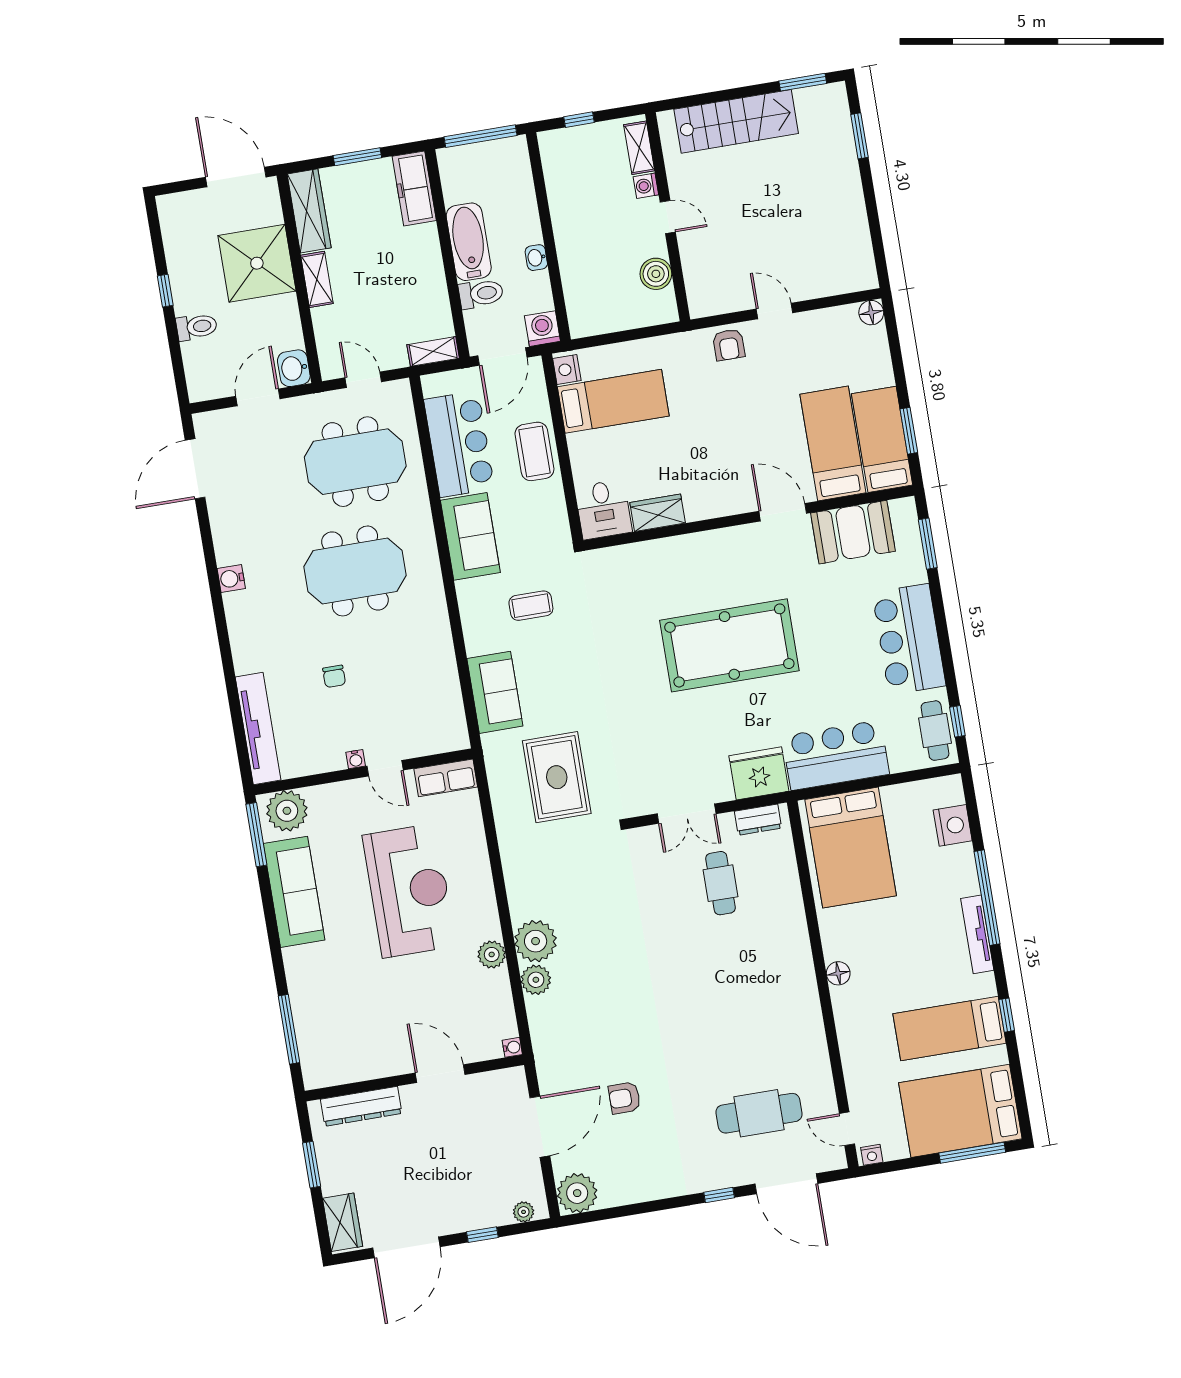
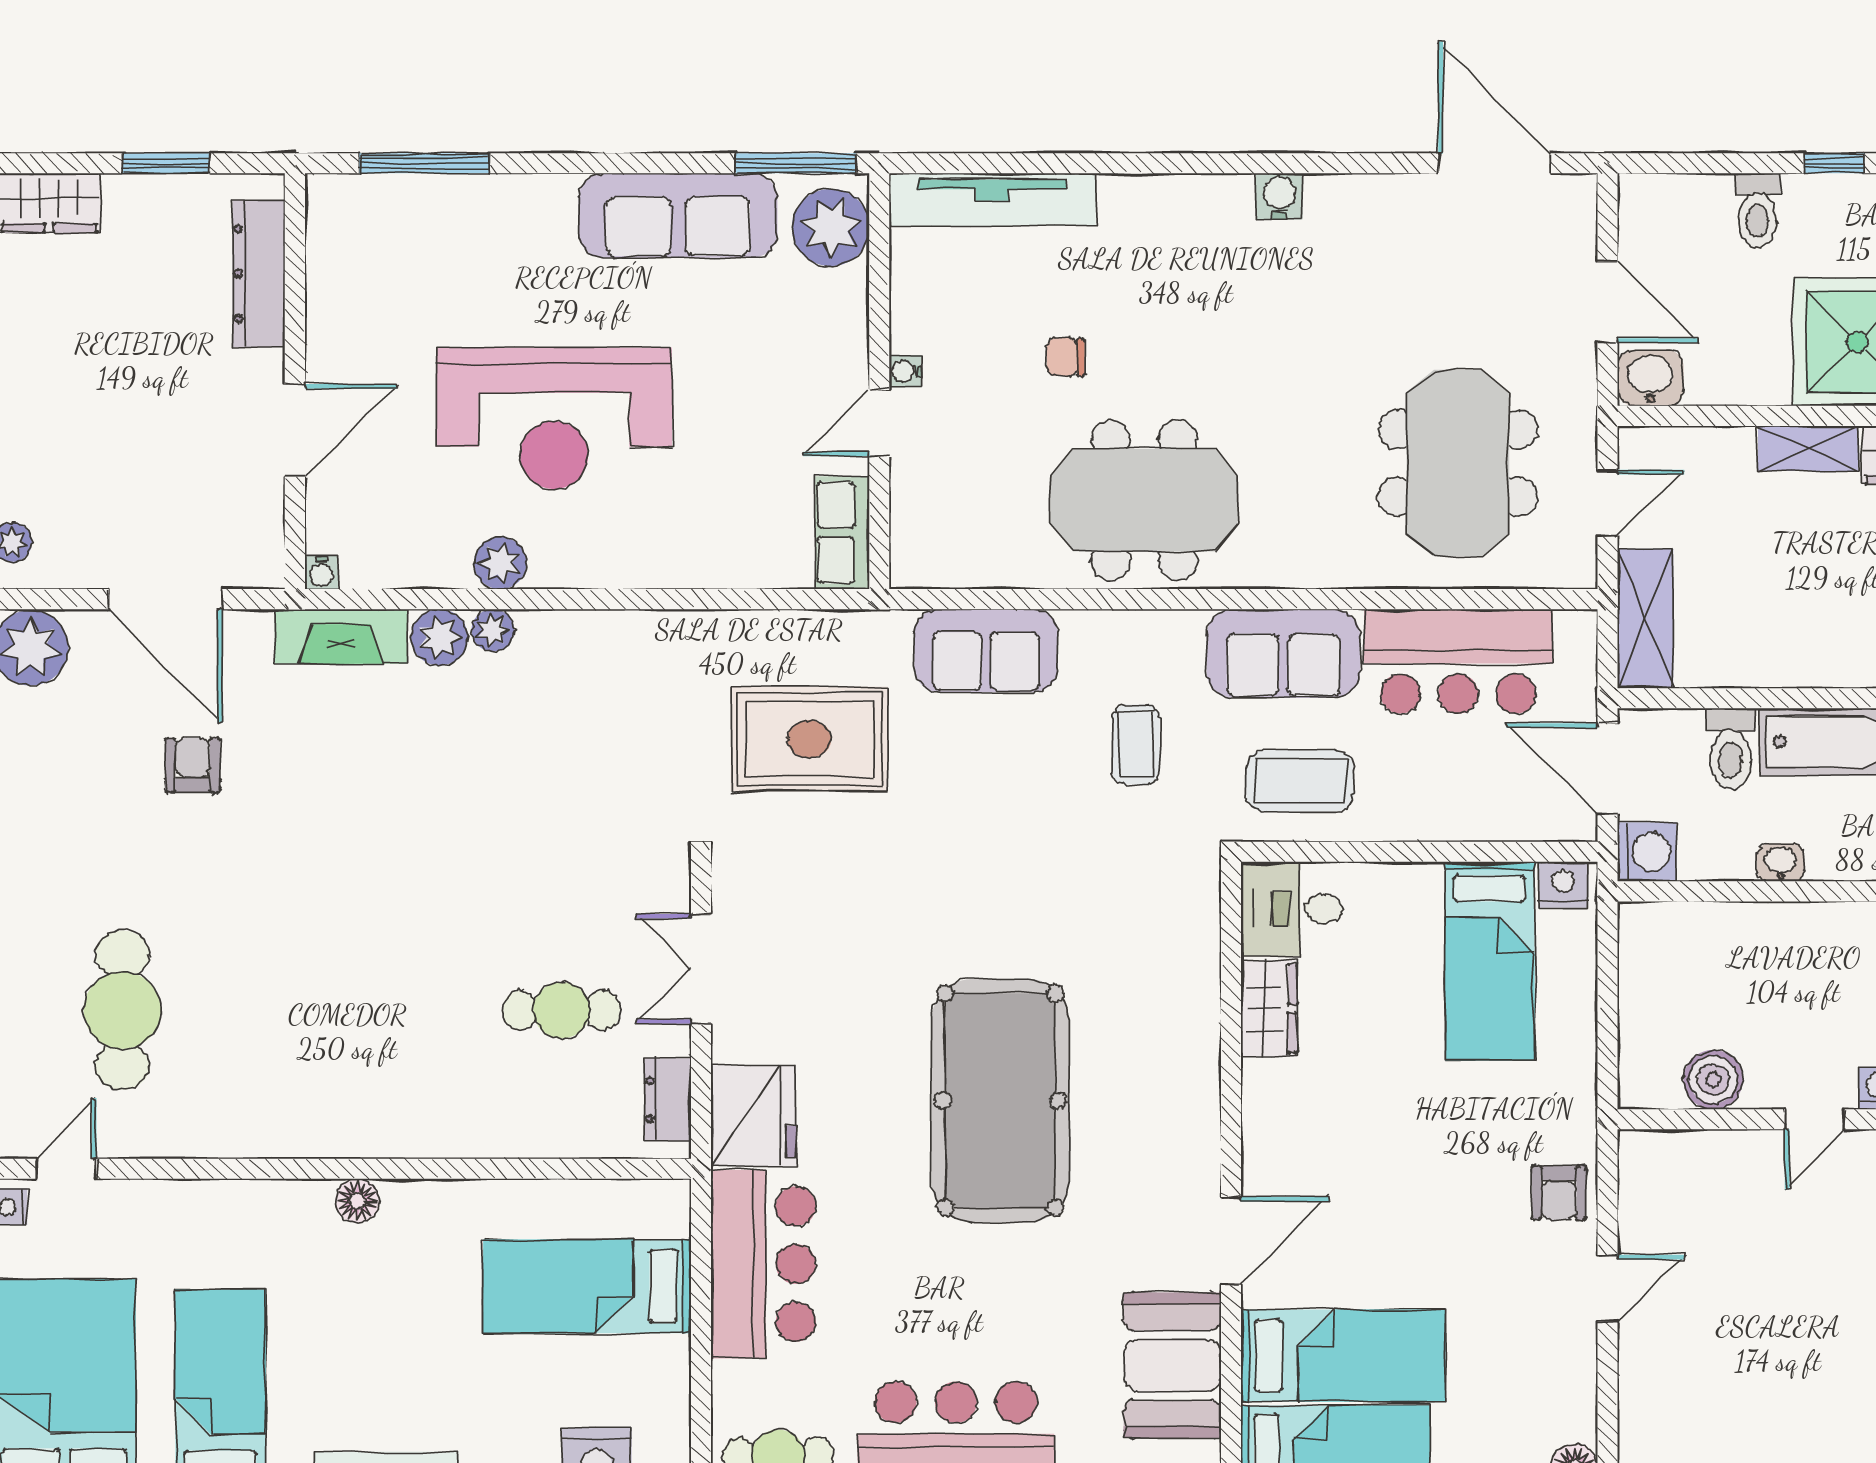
armchair: (729, 345) -> (1559, 1193), turned -90
shelving: (433, 351) -> (1645, 619), width x1.50, depth x1.33
coffee table: (534, 451) -> (1300, 781), moved
meeting table: (355, 571) -> (1144, 500), moved, turned 90
bed: (851, 848) -> (587, 1286), width x0.67
reception desk: (409, 891) -> (554, 418), moved
plant: (536, 941) -> (493, 630), width x0.53, depth x0.53
fireplace: (544, 1031) -> (341, 636), added

